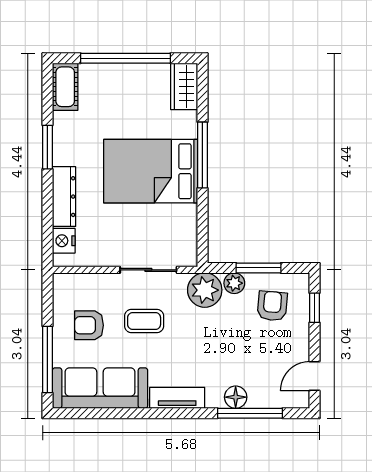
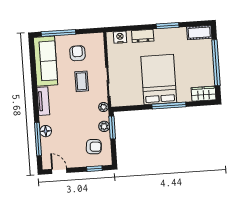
dresser: (64, 197) -> (143, 36), width x0.70
window: (259, 268) -> (112, 128), moved
plant: (205, 290) -> (103, 107), width x0.53, depth x0.53

